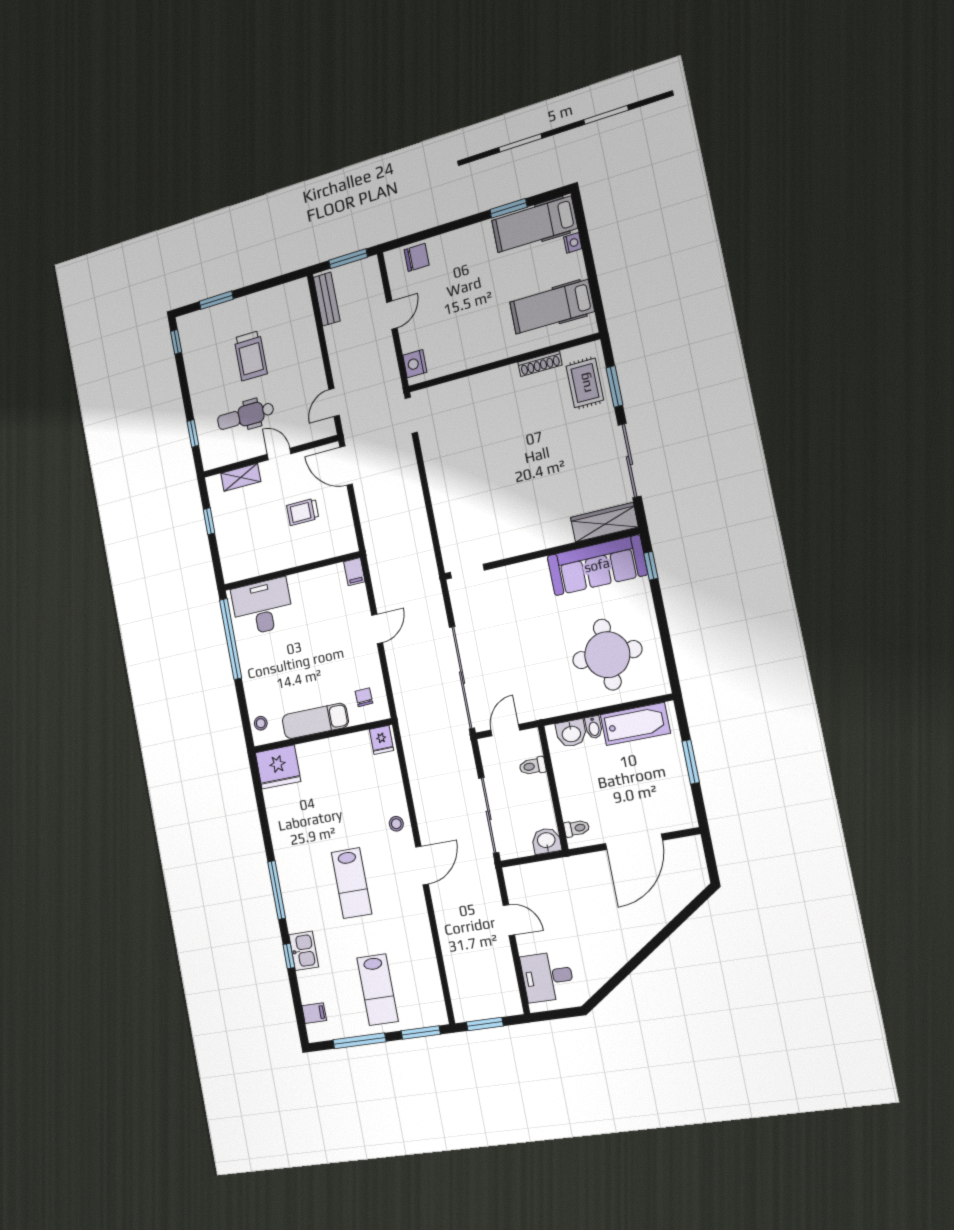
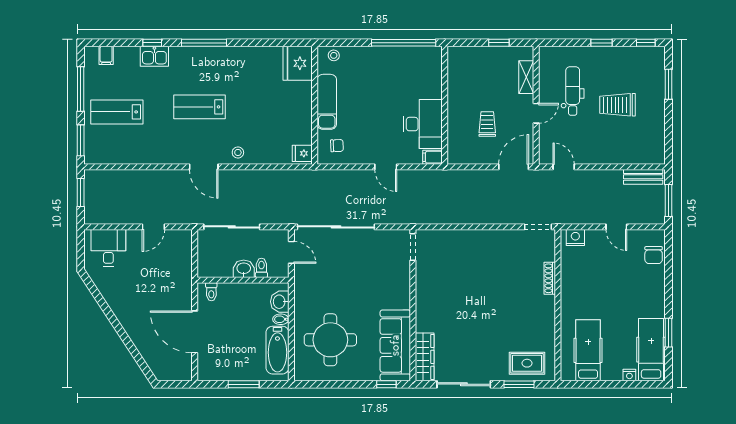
shoe rack: (540, 364) -> (550, 278), moved
window: (193, 433) -> (601, 43), moved
desk: (262, 607) -> (423, 124), moved
washbasin: (546, 841) -> (244, 269), moved, turned -90

